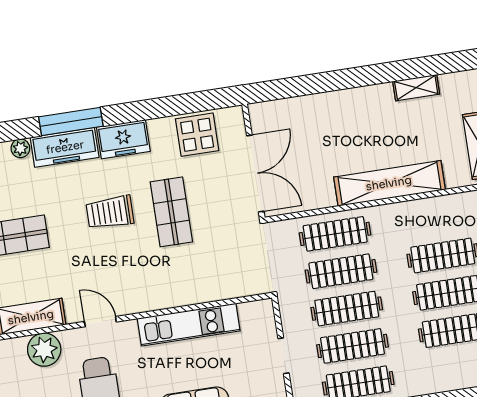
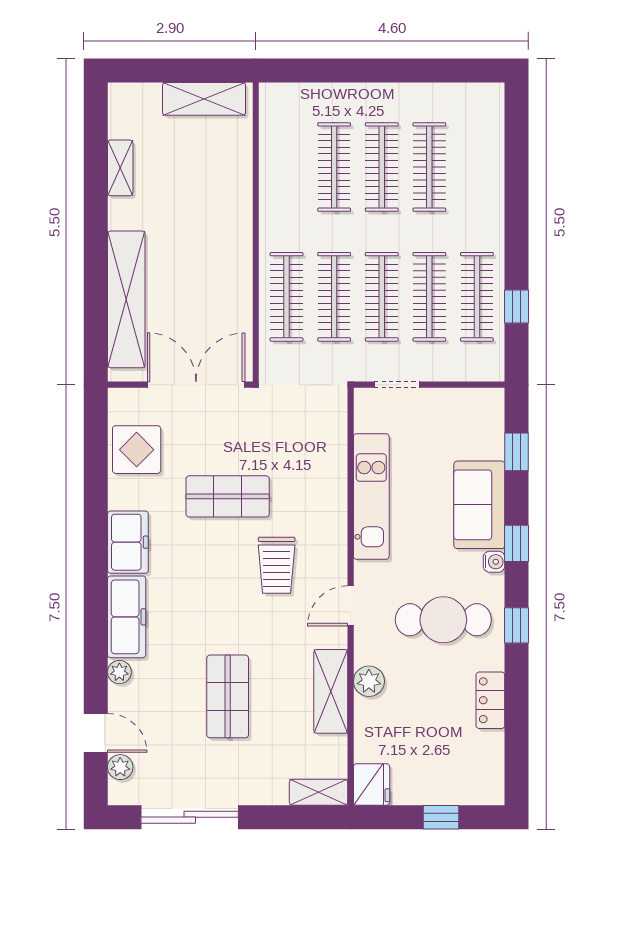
window: (71, 121) -> (96, 604), removed
shelving: (389, 183) -> (126, 299), moved
trolley: (110, 212) -> (277, 565), moved
plant: (44, 350) -> (369, 681), width x0.73, depth x0.73
doorway: (283, 356) -> (397, 385), moved

